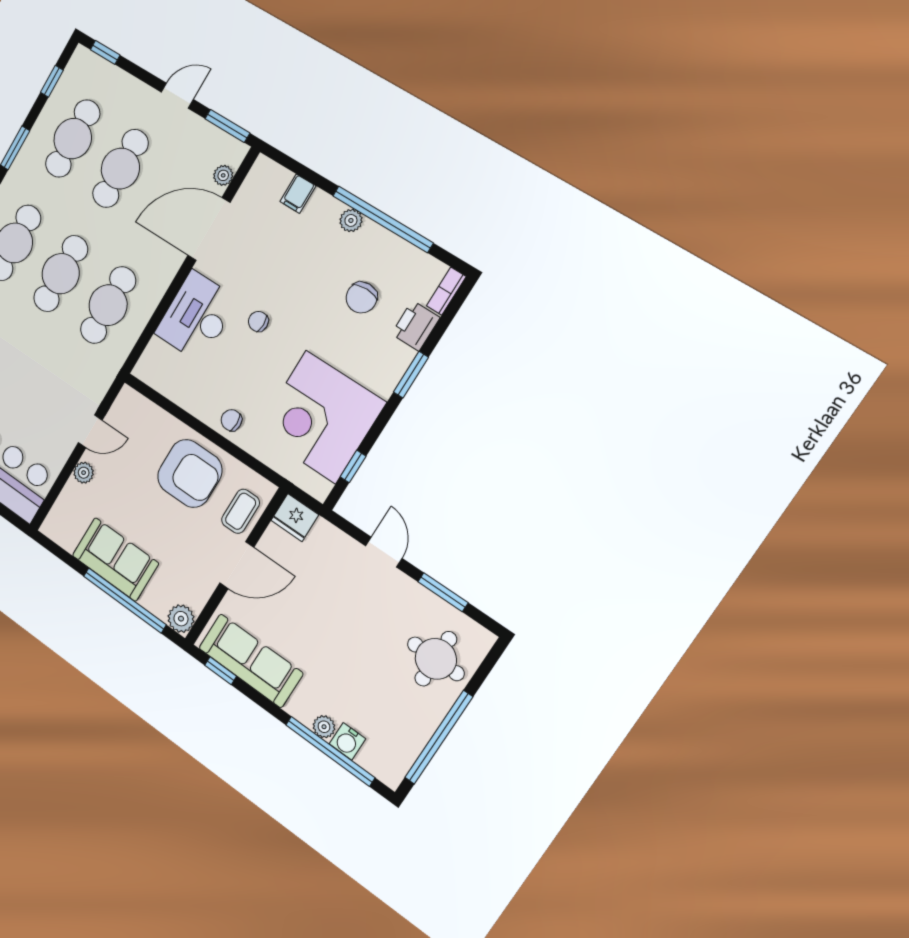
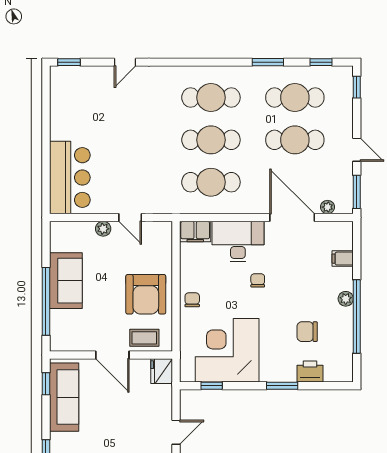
bookcase: (446, 291) -> (339, 376), removed
filing cabinet: (153, 362) -> (195, 232), added
plant: (181, 619) -> (59, 342), removed

